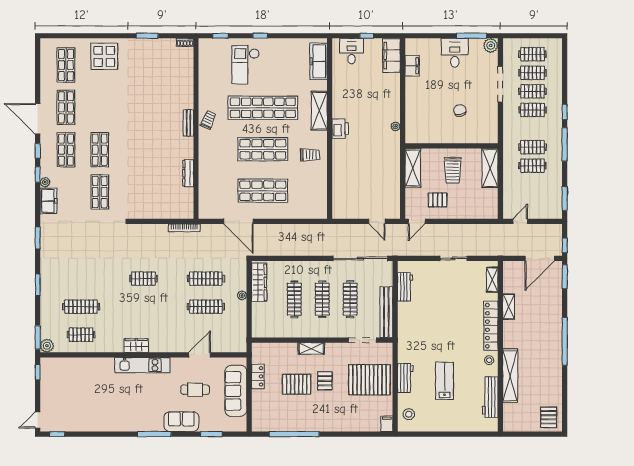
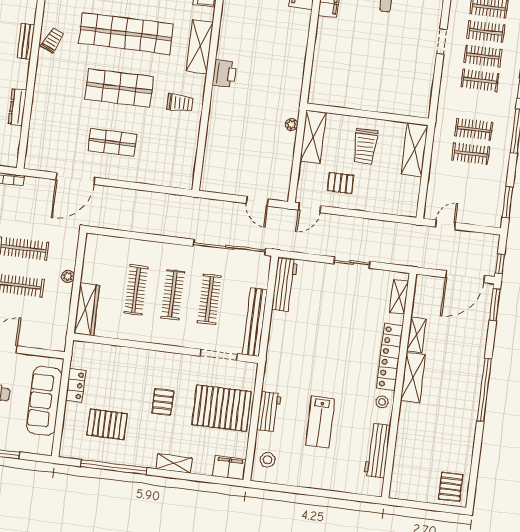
doorway: (500, 84) -> (442, 42), width x0.53
chair: (460, 110) -> (384, 69), removed
plant: (395, 126) -> (292, 125), moved
shop shelf: (263, 191) -> (112, 142), width x0.70, depth x0.74
door: (238, 221) -> (75, 179), hinge flipped
wardrobe: (259, 282) -> (87, 309), moved
workbench: (405, 287) -> (284, 285), width x1.38
shelving: (311, 348) -> (174, 463), moved
shelving: (510, 376) -> (413, 378), moved, width x0.68
lab bench: (445, 381) -> (320, 422), turned 180
pallet: (297, 384) -> (107, 424), moved
filing cabinet: (387, 424) -> (229, 468), width x2.00

